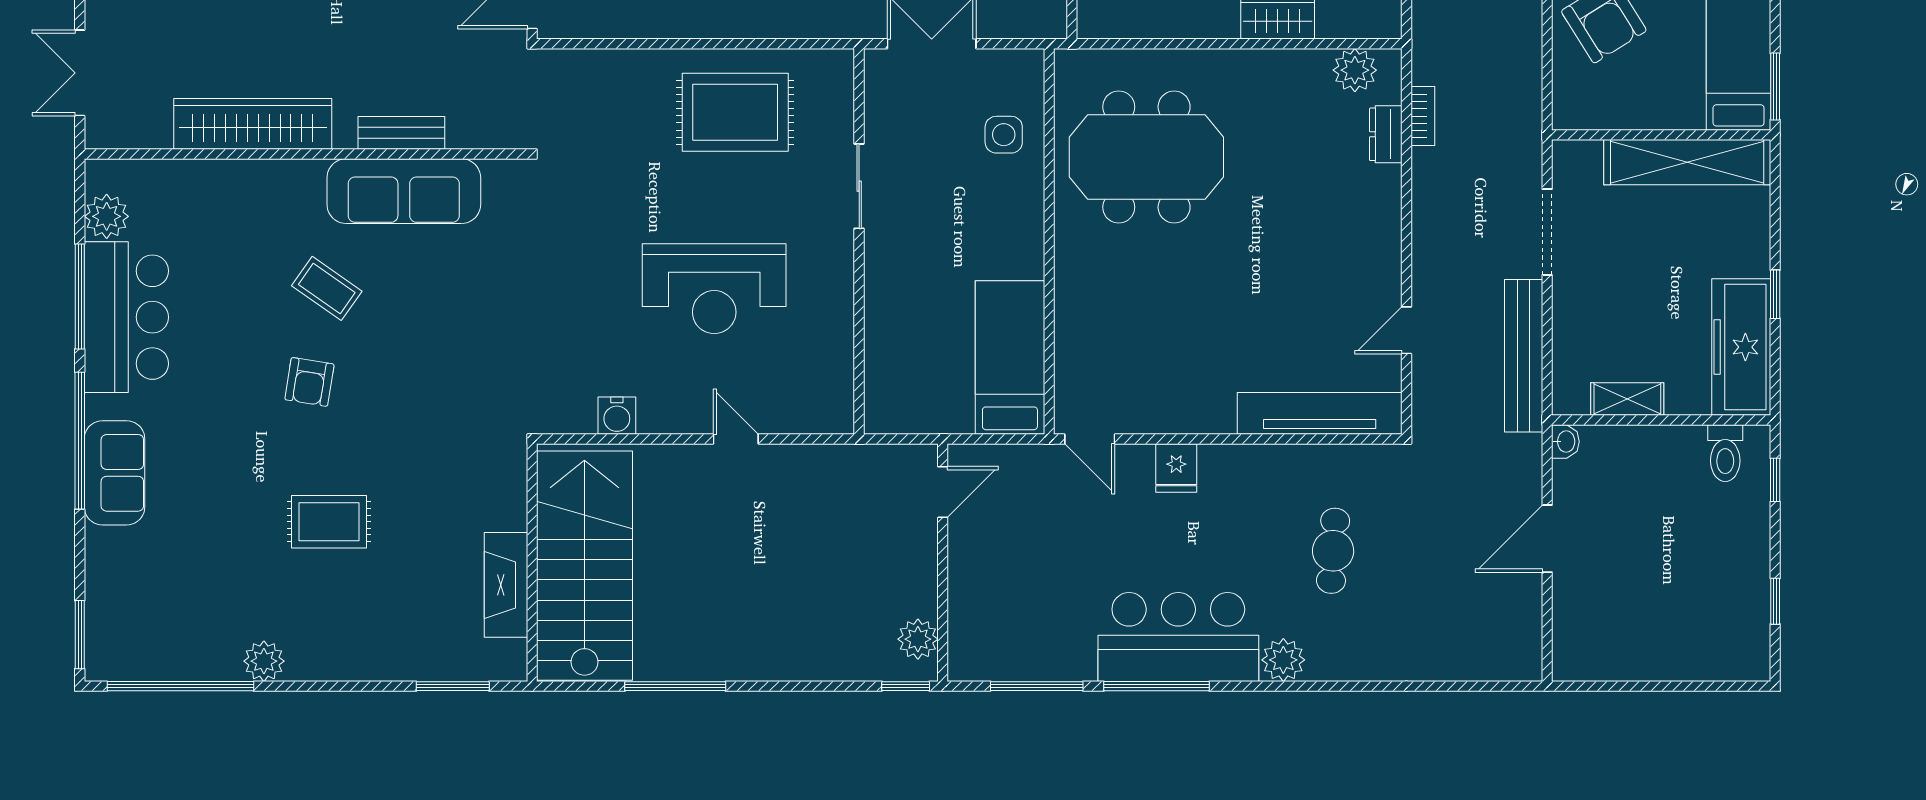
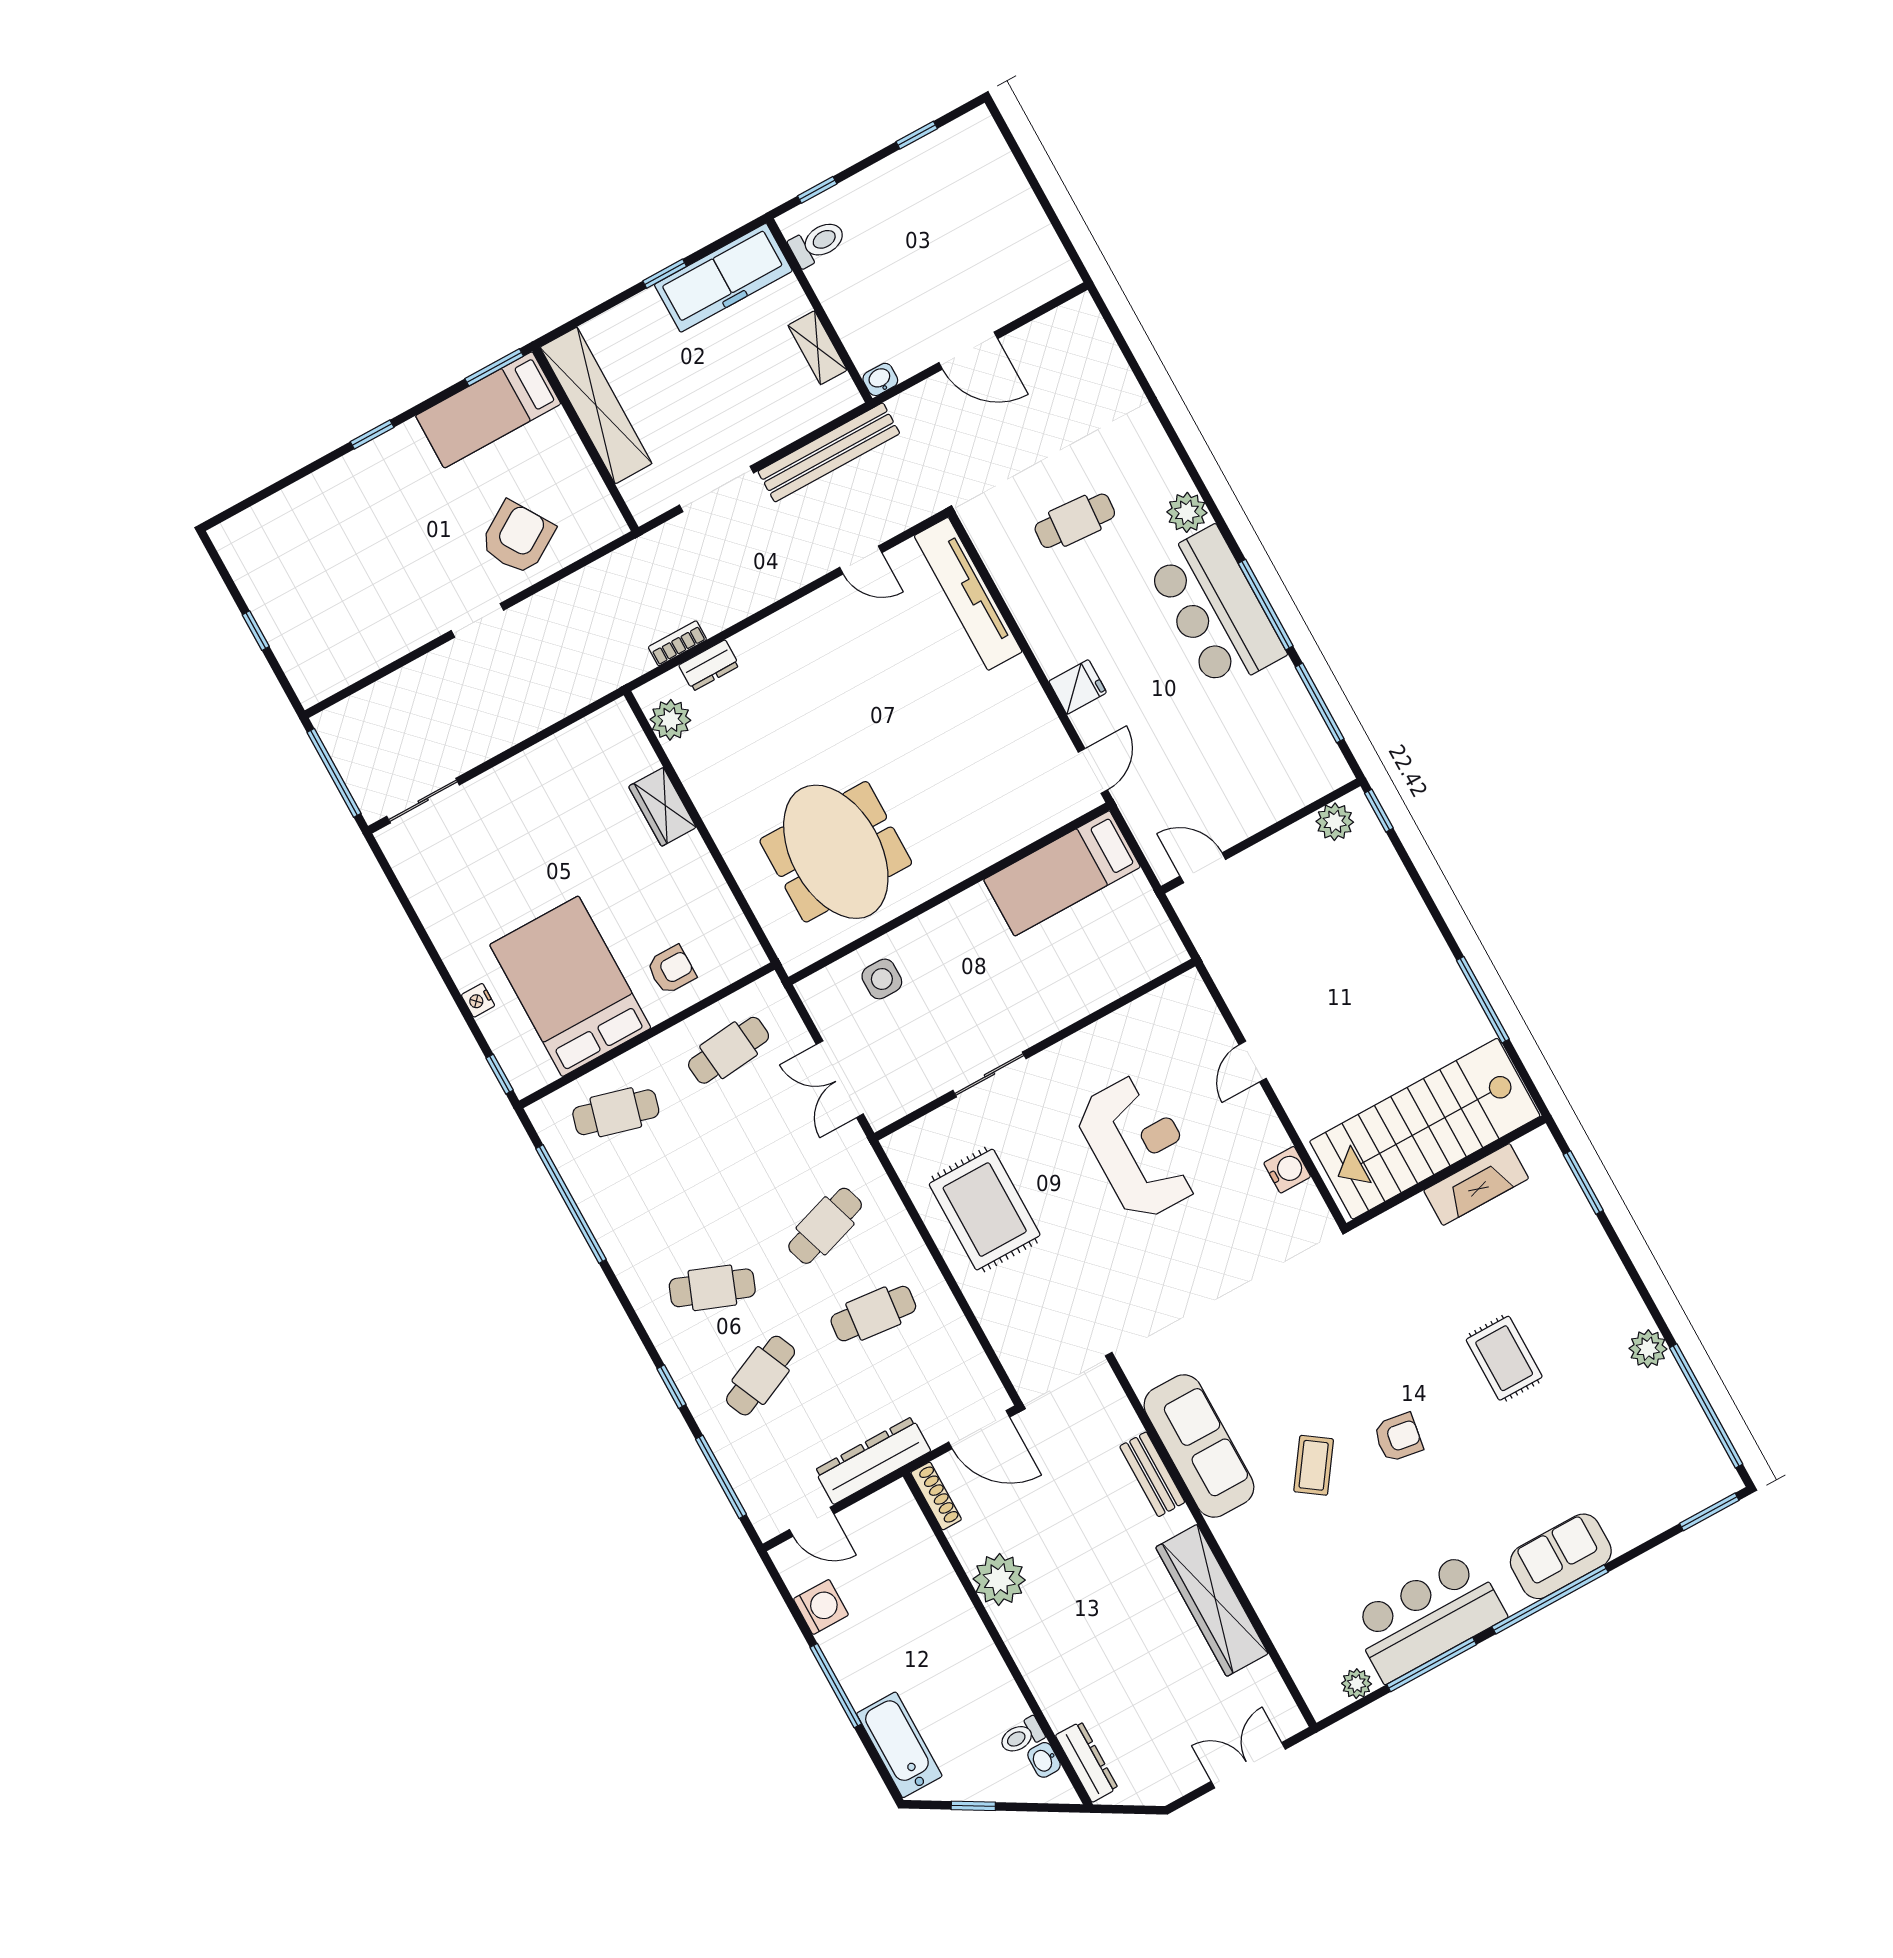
double door: (80, 73) -> (1248, 1765), swing flipped
plant: (107, 216) -> (1357, 1684), width x0.73, depth x0.73

